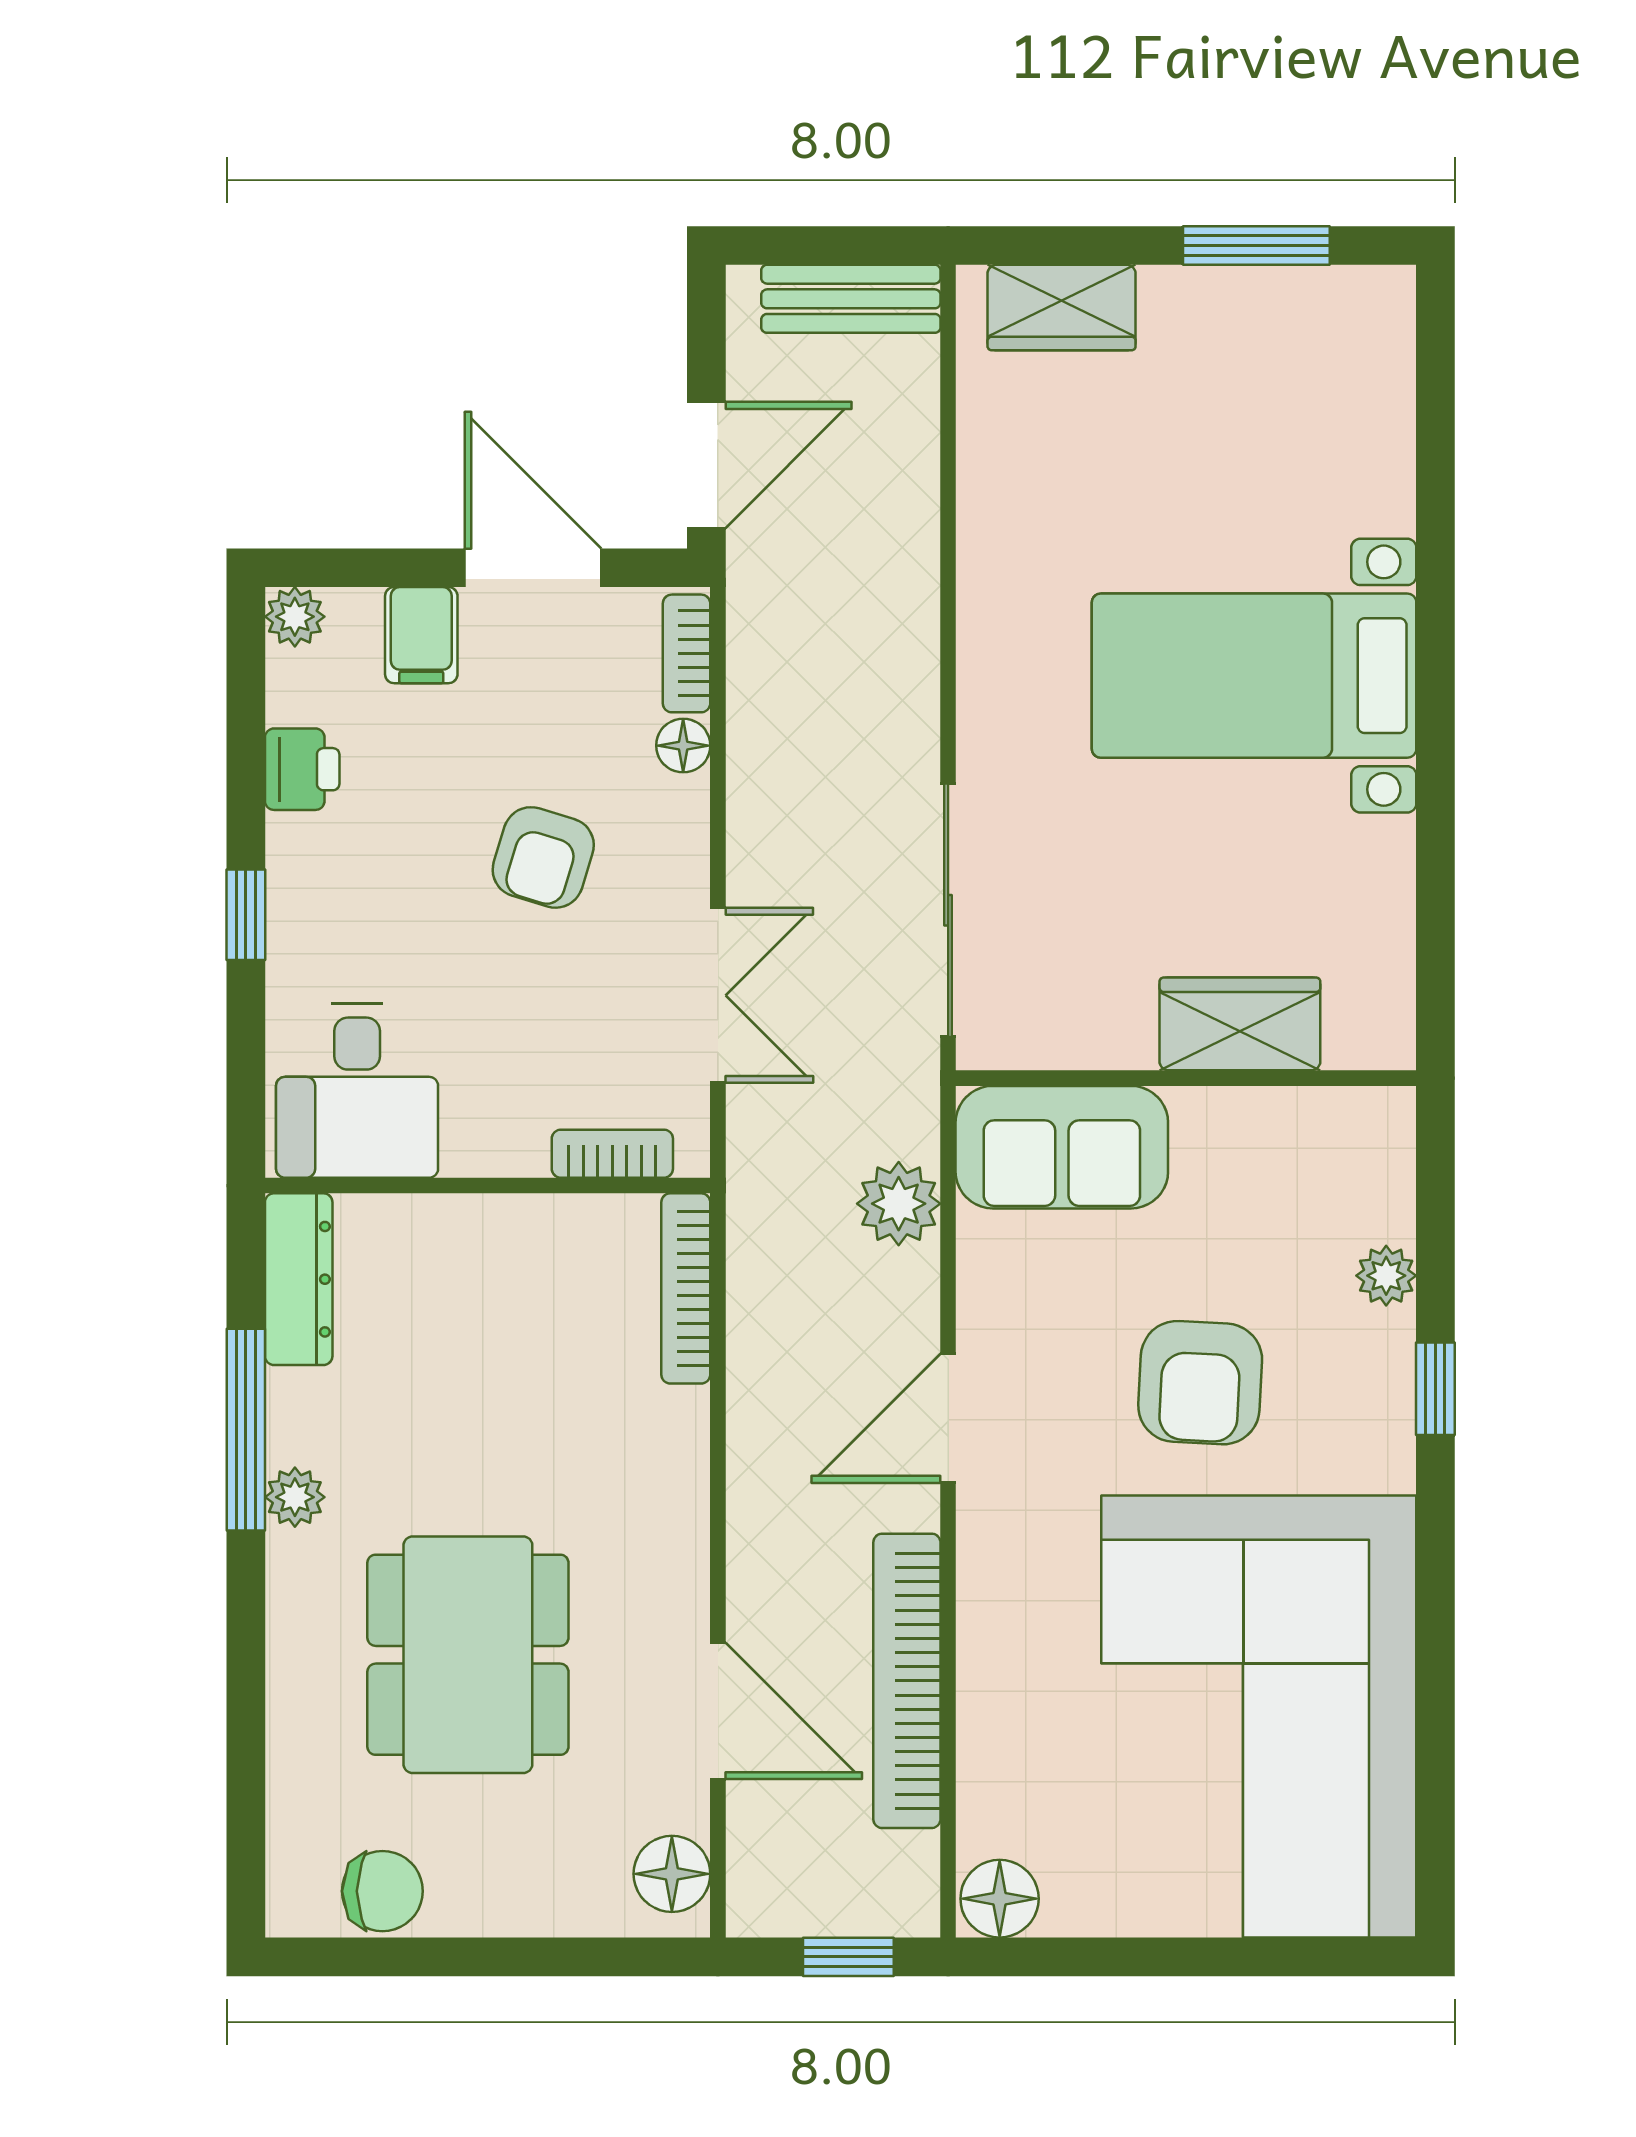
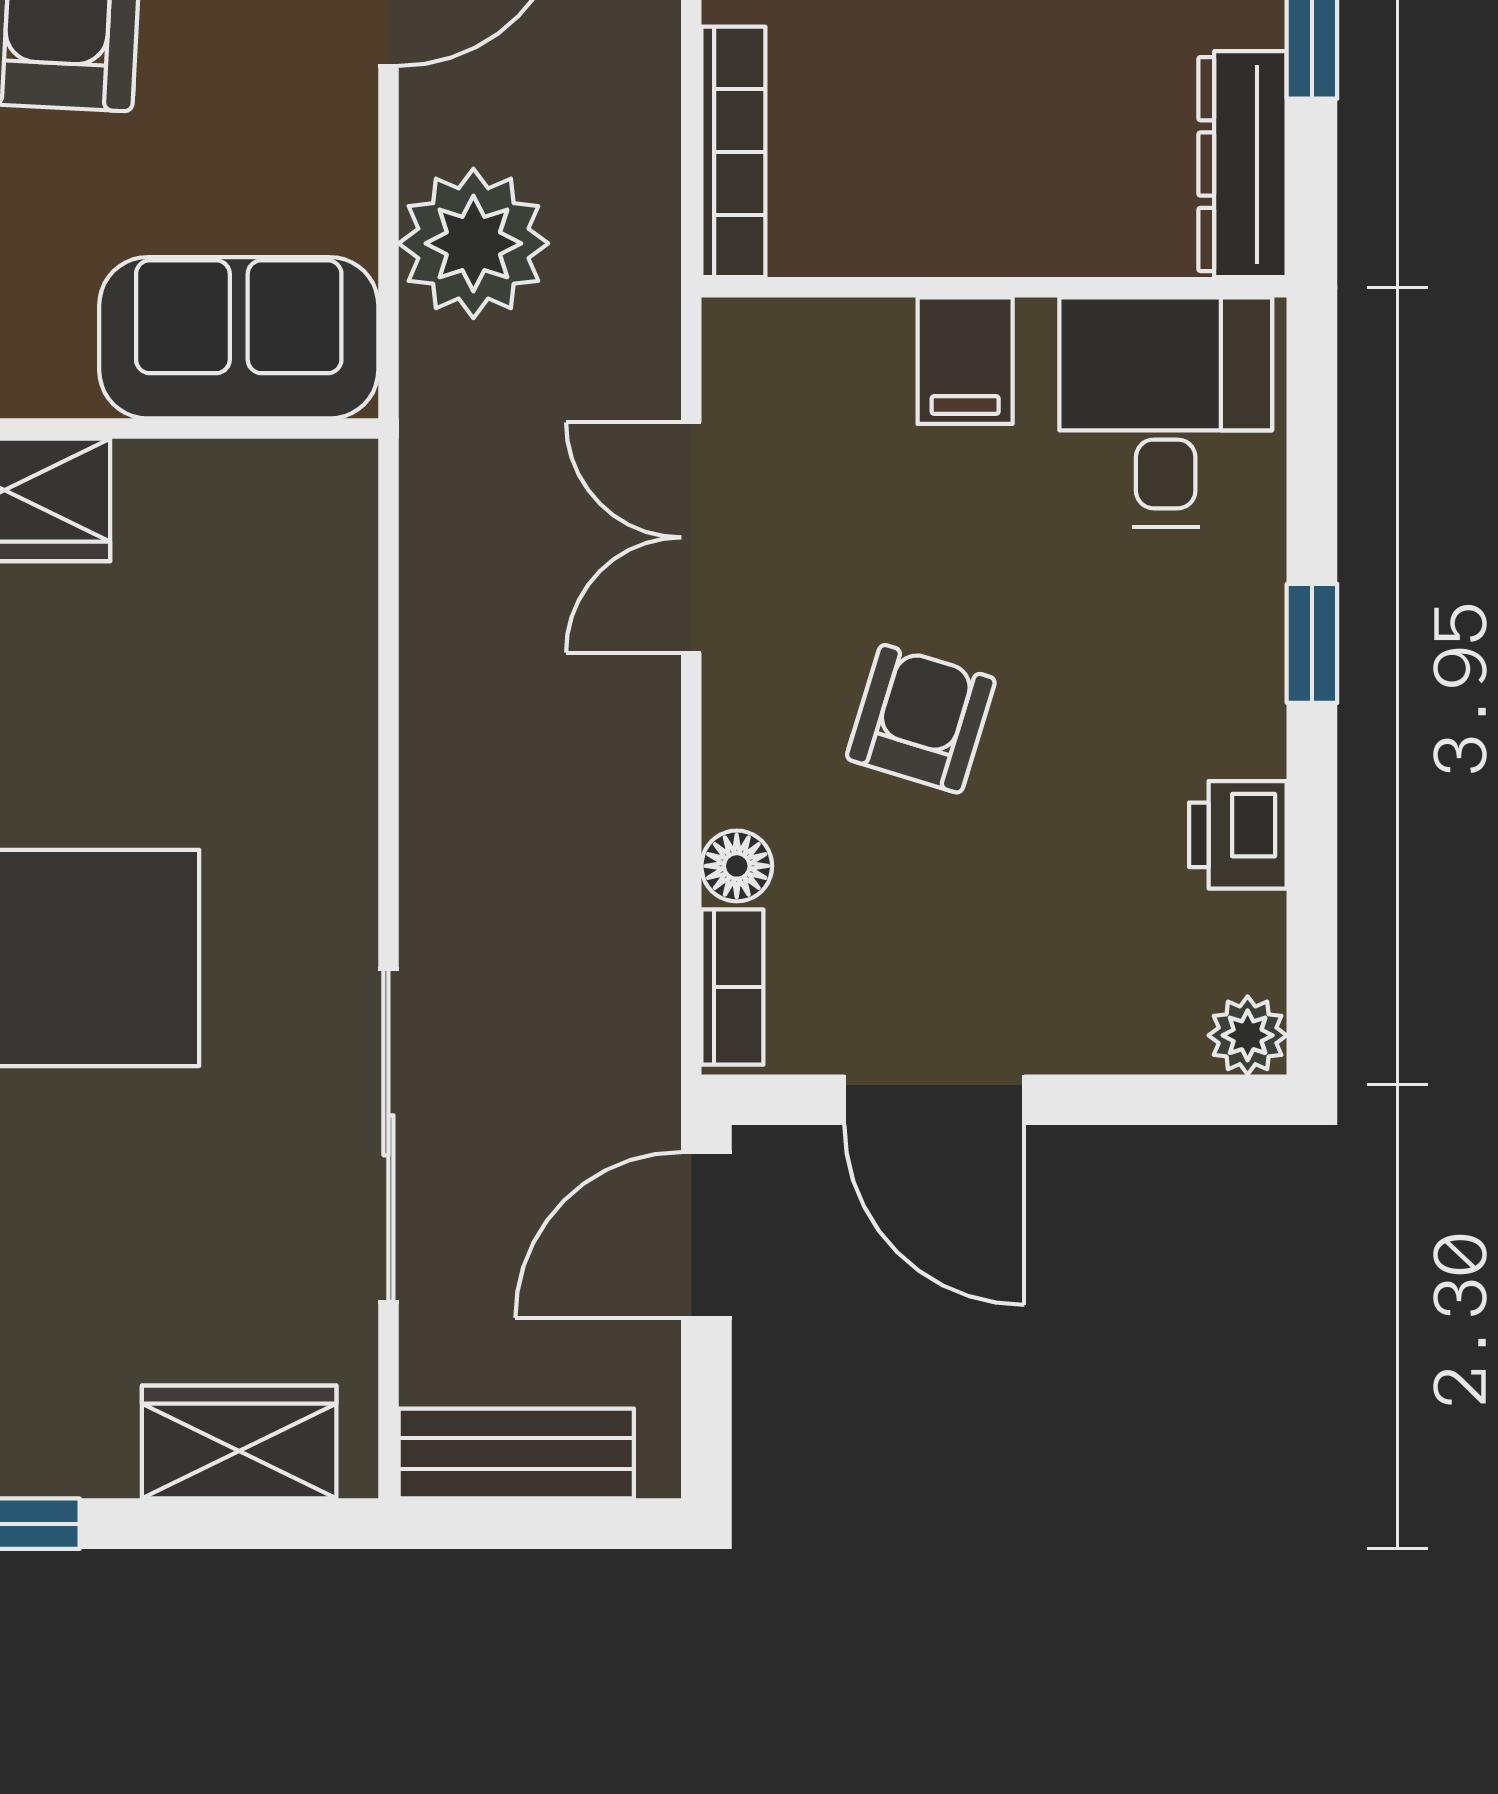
filing cabinet: (421, 635) -> (965, 361), moved, turned 180
sliding door: (948, 910) -> (388, 1135), moved
bookcase: (612, 1154) -> (830, 329), removed
plant: (899, 1204) -> (473, 243), width x1.36, depth x1.36

